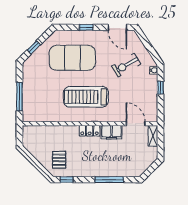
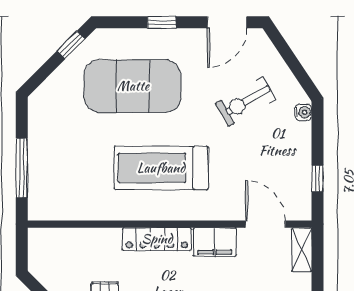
door: (117, 27) -> (227, 22), hinge flipped
window: (34, 47) -> (71, 45), moved
window: (160, 88) -> (318, 179), moved
locker: (90, 131) -> (157, 239), width x1.53

